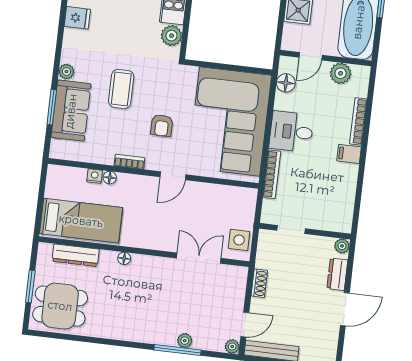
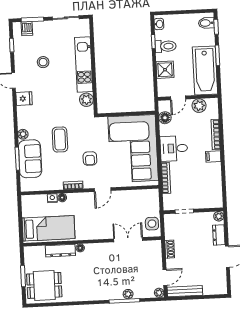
dresser: (76, 255) -> (60, 251), moved

